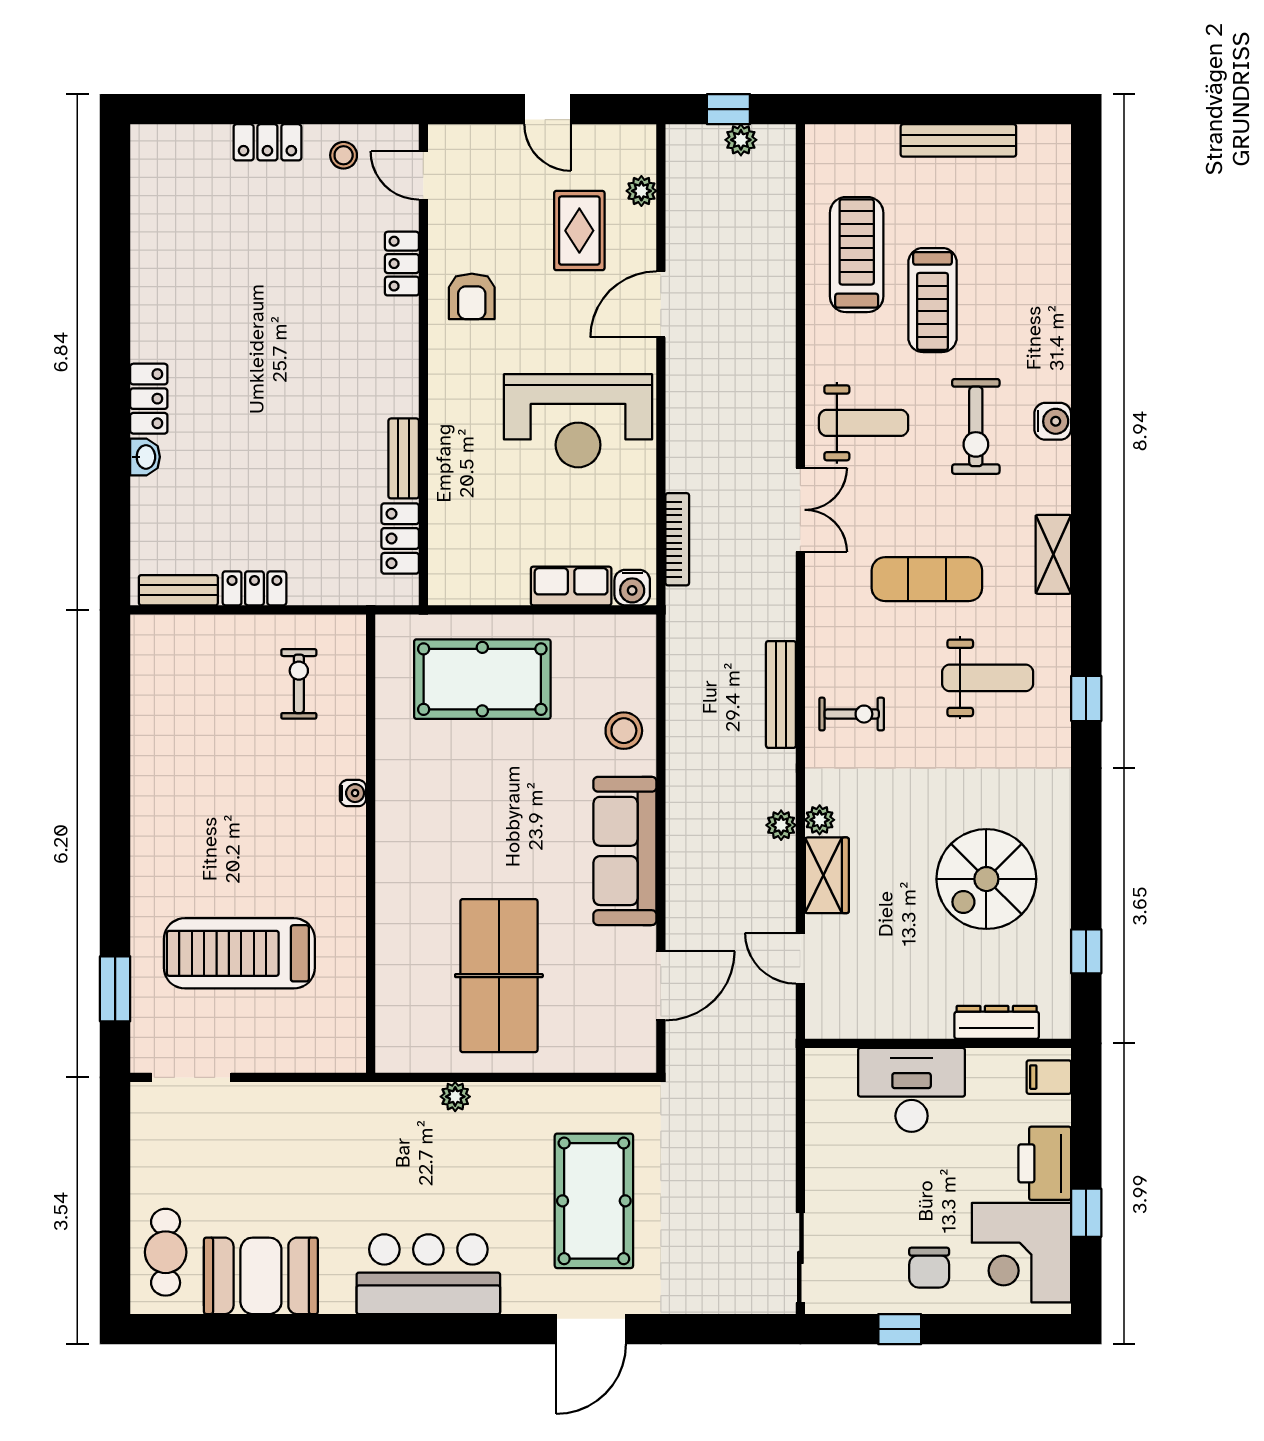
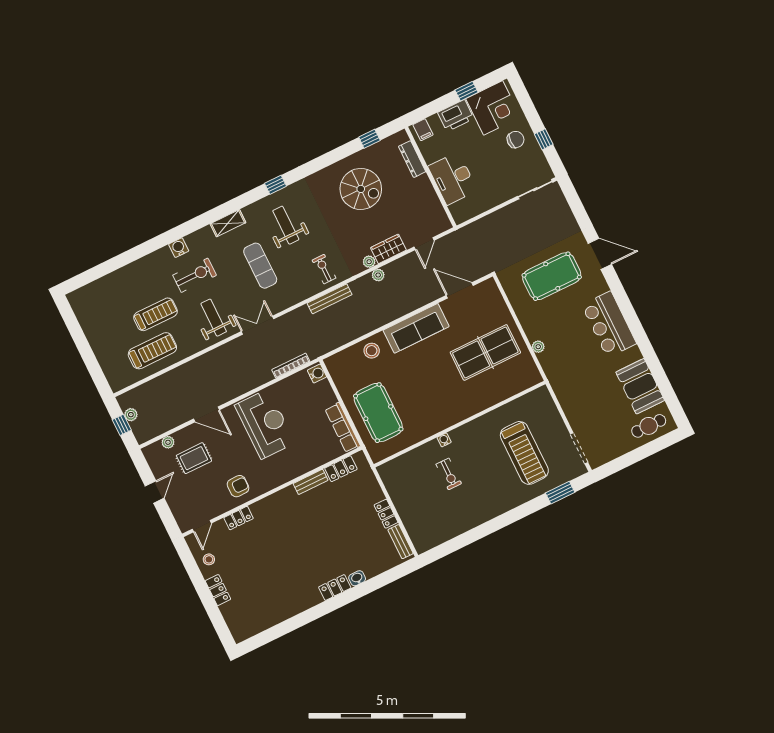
bench: (958, 140) -> (92, 334), removed
treadmill: (857, 255) -> (152, 351), turned 180
row of seats: (571, 586) -> (343, 428), moved, width x1.48
exercise bike: (299, 684) -> (449, 474), moved, turned -90

